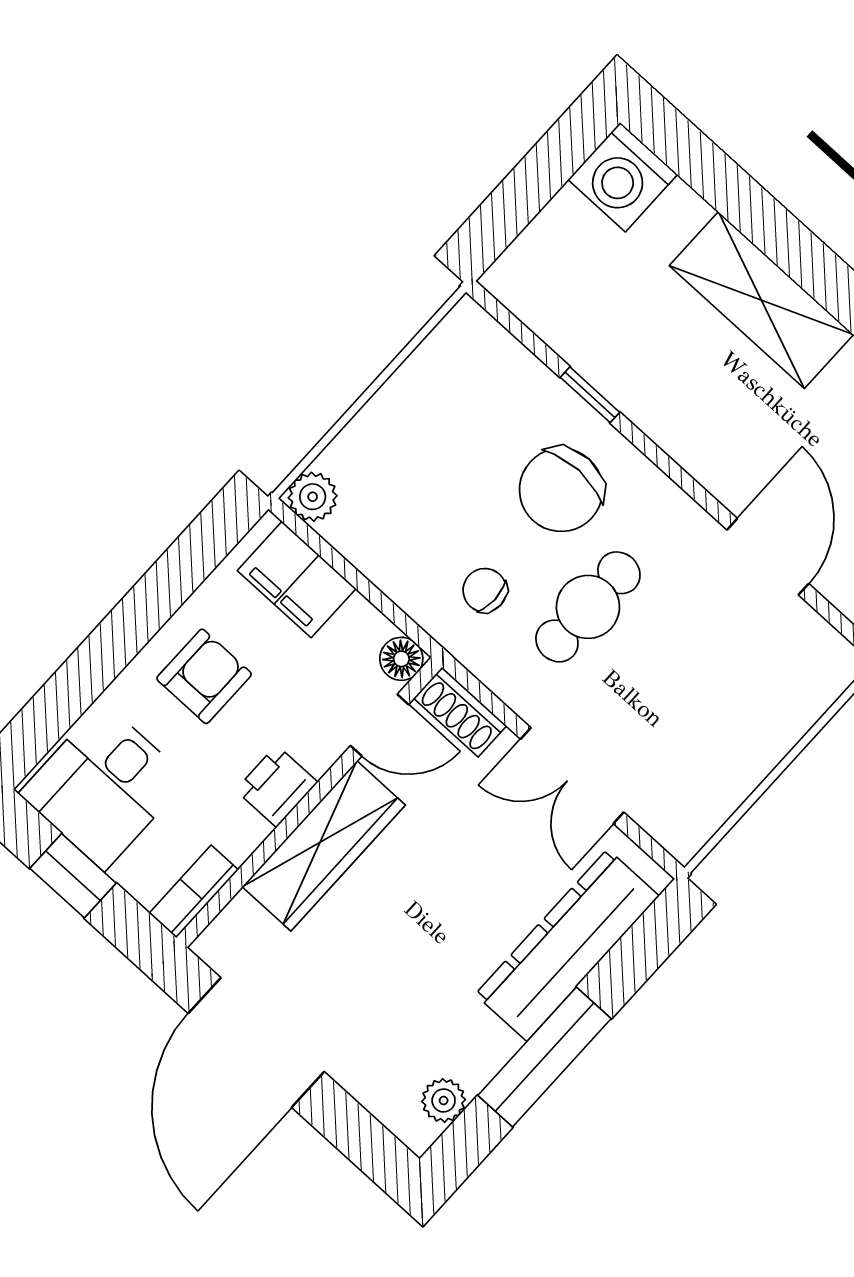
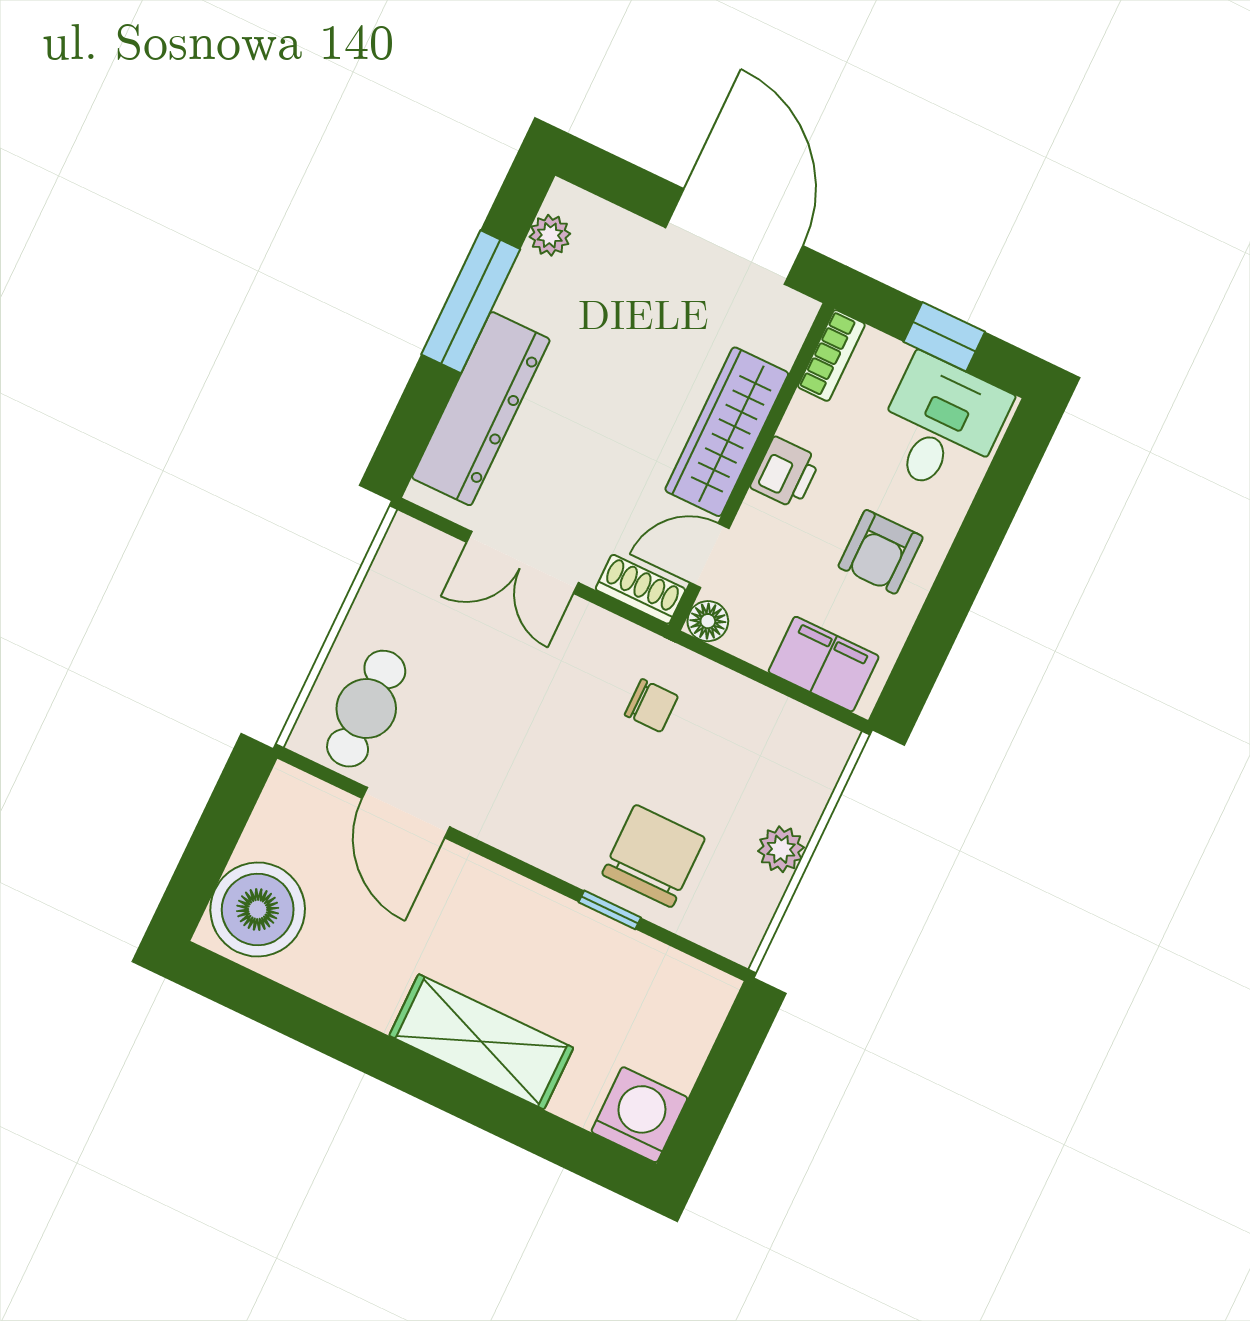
chair: (561, 490) -> (653, 856), moved
plant: (313, 497) -> (781, 849), moved
cafe table: (588, 607) -> (366, 709), moved
double door: (572, 776) -> (522, 562), swing flipped

